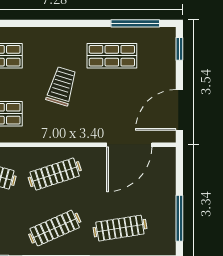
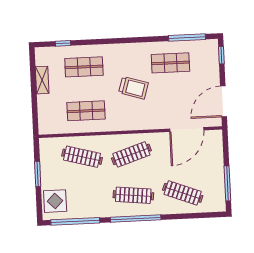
trolley: (62, 86) -> (133, 88), turned 90
clothes rail: (55, 228) -> (133, 195), turned 30
clothes rail: (120, 228) -> (183, 193), turned 30

